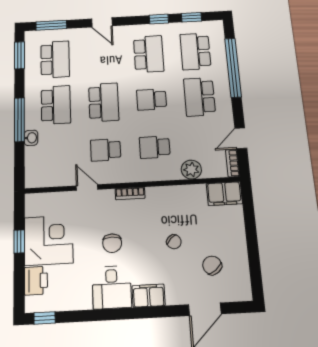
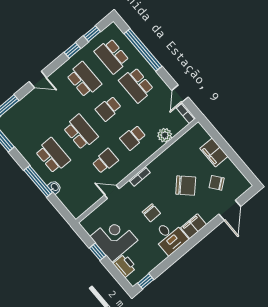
school desk: (55, 59) -> (28, 127), removed
school desk: (106, 150) -> (105, 161), turned 180
filing cabinet: (224, 194) -> (214, 152), moved, turned 90
chair: (174, 242) -> (186, 186), width x1.87, depth x1.87

